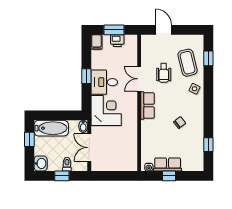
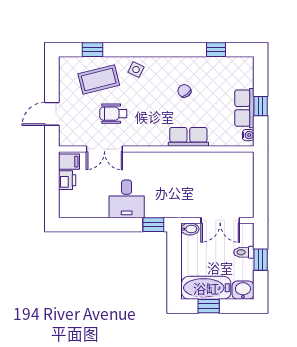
window: (114, 30) -> (52, 185), removed
filing cabinet: (96, 42) -> (69, 162), moved
wheelchair: (164, 73) -> (113, 114), turned 180
window: (86, 76) -> (153, 225), moved
double door: (139, 79) -> (104, 149), moved
row of seats: (148, 105) -> (188, 137), moved
corner desk: (106, 110) -> (167, 196), removed
bathtub: (51, 128) -> (206, 288), moved, turned -90

